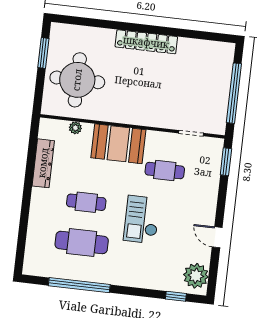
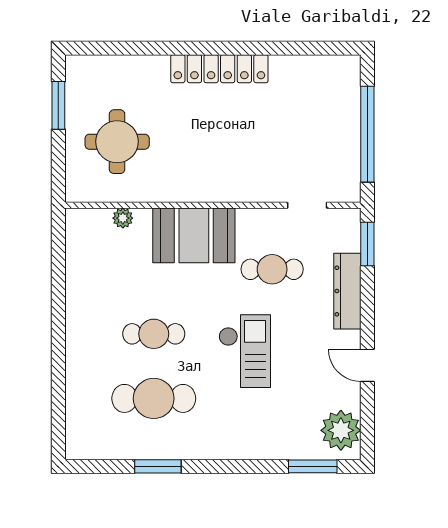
round table: (77, 80) -> (117, 142), width x0.73, depth x0.73
dresser: (43, 163) -> (347, 291), moved, turned 180
checkout: (142, 220) -> (245, 351), turned 180
window: (79, 285) -> (158, 466), width x0.47
window: (176, 296) -> (313, 466), width x1.50

